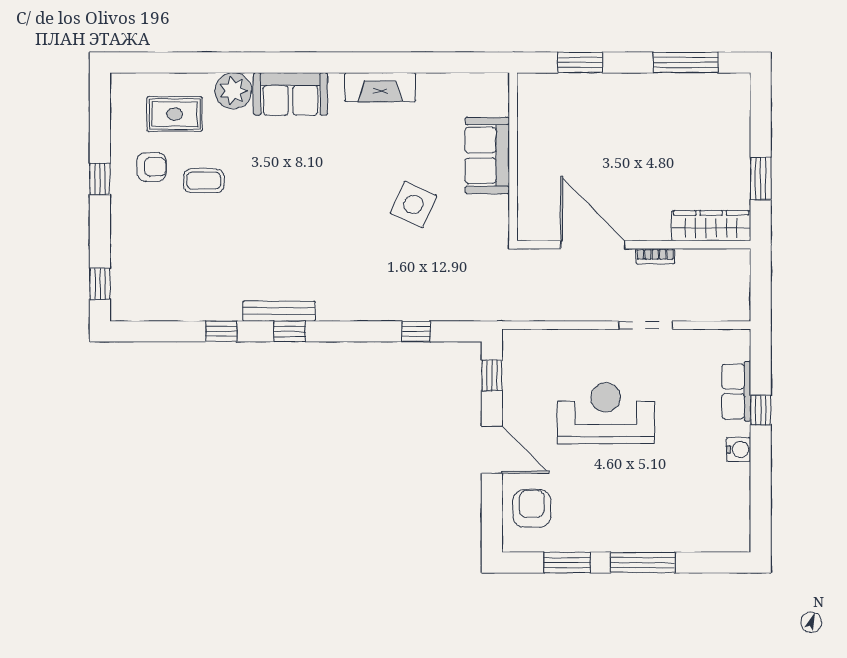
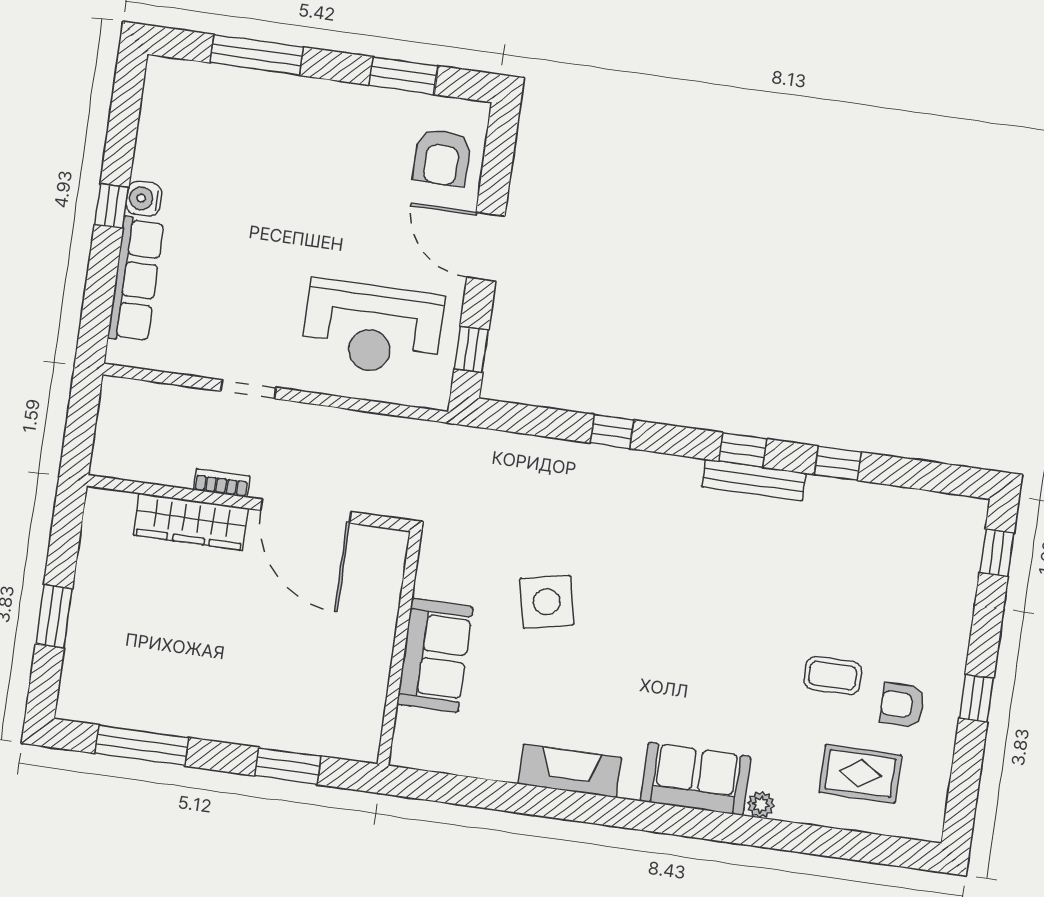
plant: (233, 91) -> (761, 805), width x0.53, depth x0.53
window: (761, 179) -> (54, 616), moved
side table: (413, 204) -> (547, 602), turned -36
wardrobe: (711, 226) -> (191, 522), moved
doorway: (646, 325) -> (248, 389), width x0.73
window: (416, 331) -> (612, 432), moved
row of seats: (736, 391) -> (136, 280), width x1.48
window: (761, 410) -> (112, 206), moved
reception desk: (606, 413) -> (372, 328), moved
window: (643, 562) -> (257, 55), moved

